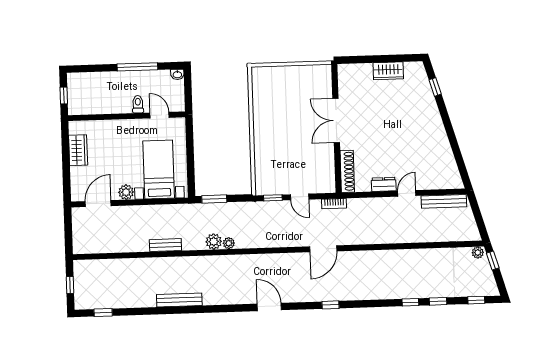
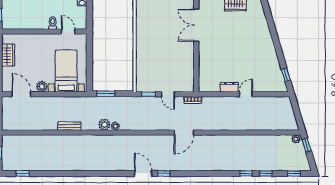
window: (435, 87) -> (286, 75), moved
double door: (336, 120) -> (196, 25), moved
shoe rack: (347, 171) -> (203, 77), removed
bench: (444, 201) -> (273, 101), removed
door: (98, 204) -> (21, 94), hinge flipped
bench: (179, 300) -> (78, 166), removed
window: (330, 305) -> (164, 173), moved

